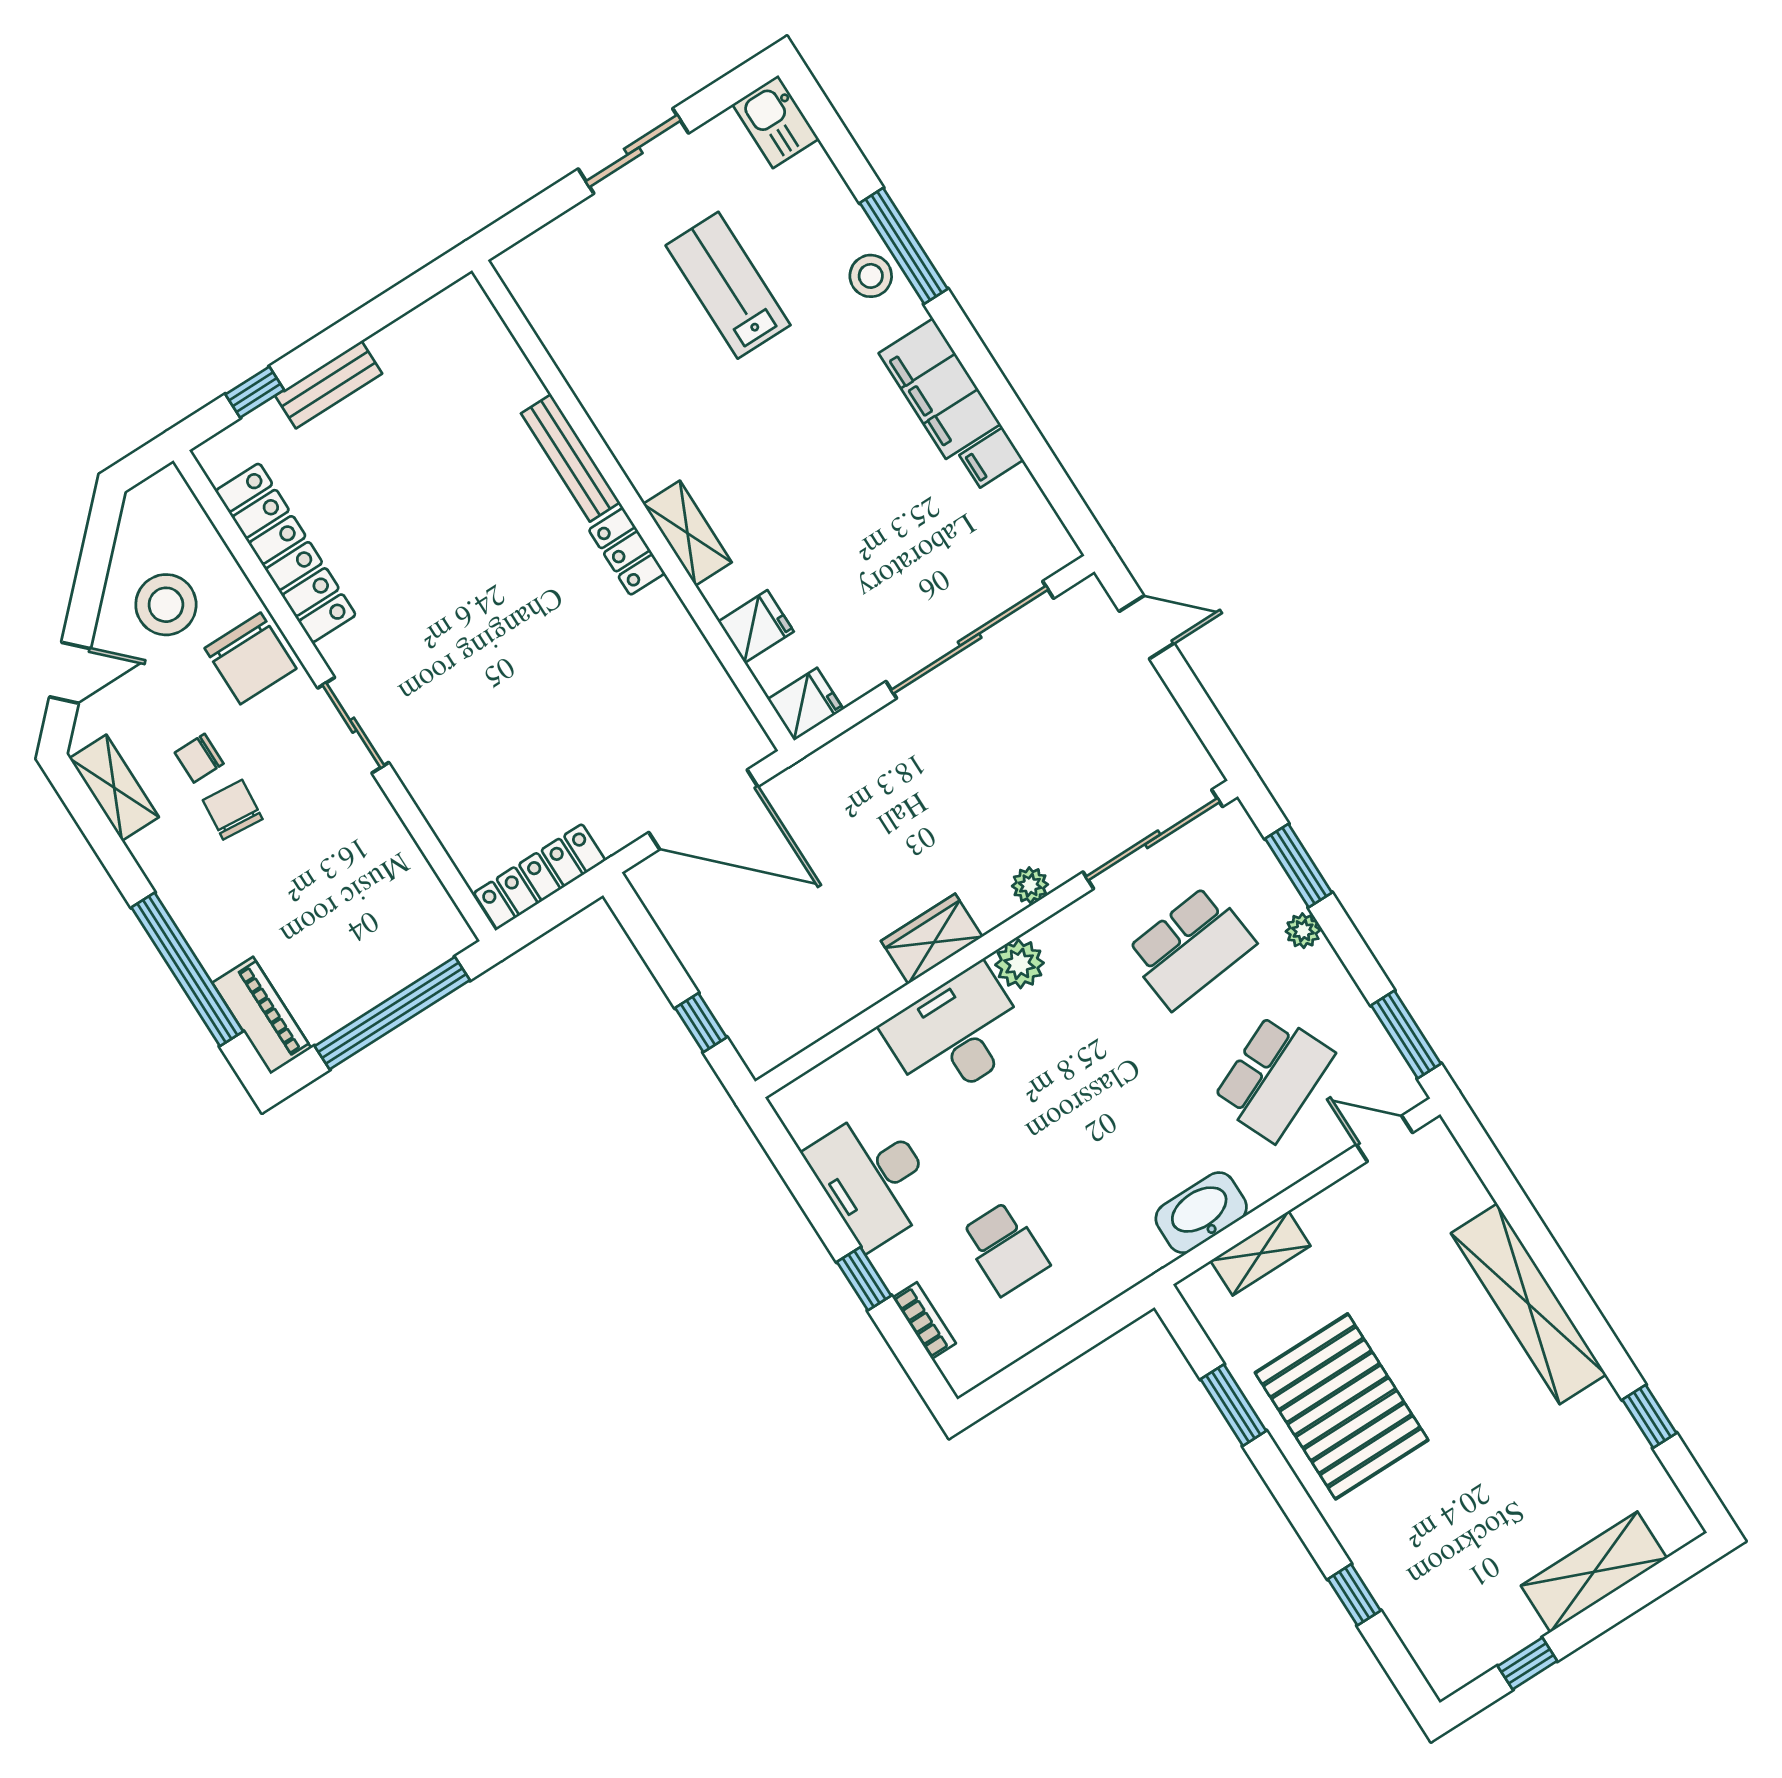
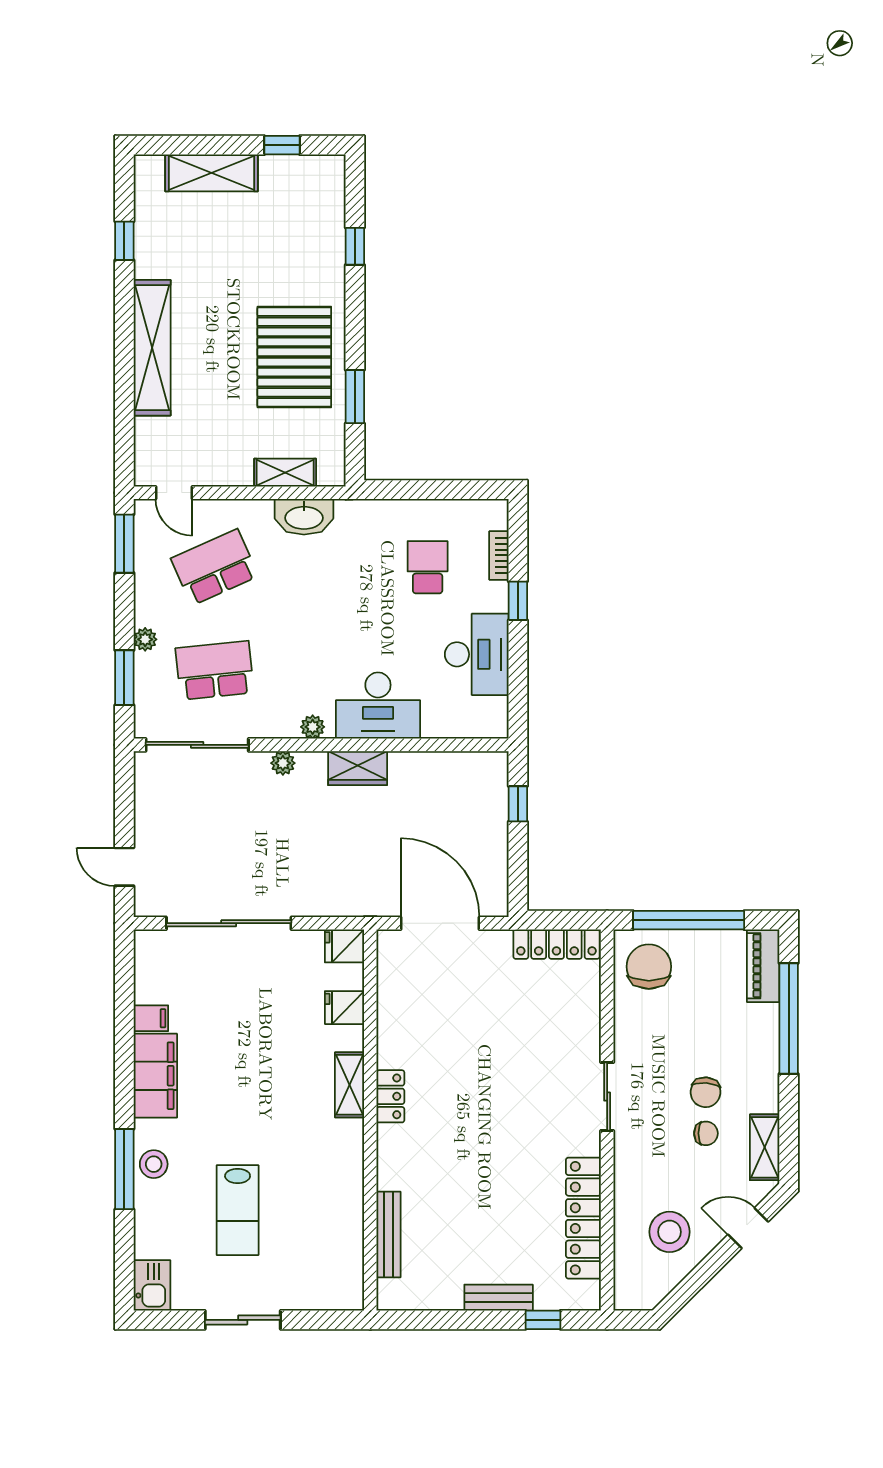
bench: (571, 458) -> (389, 1235), moved
chair: (250, 658) -> (649, 967), moved
plant: (1020, 964) -> (313, 727), width x0.73, depth x0.73

